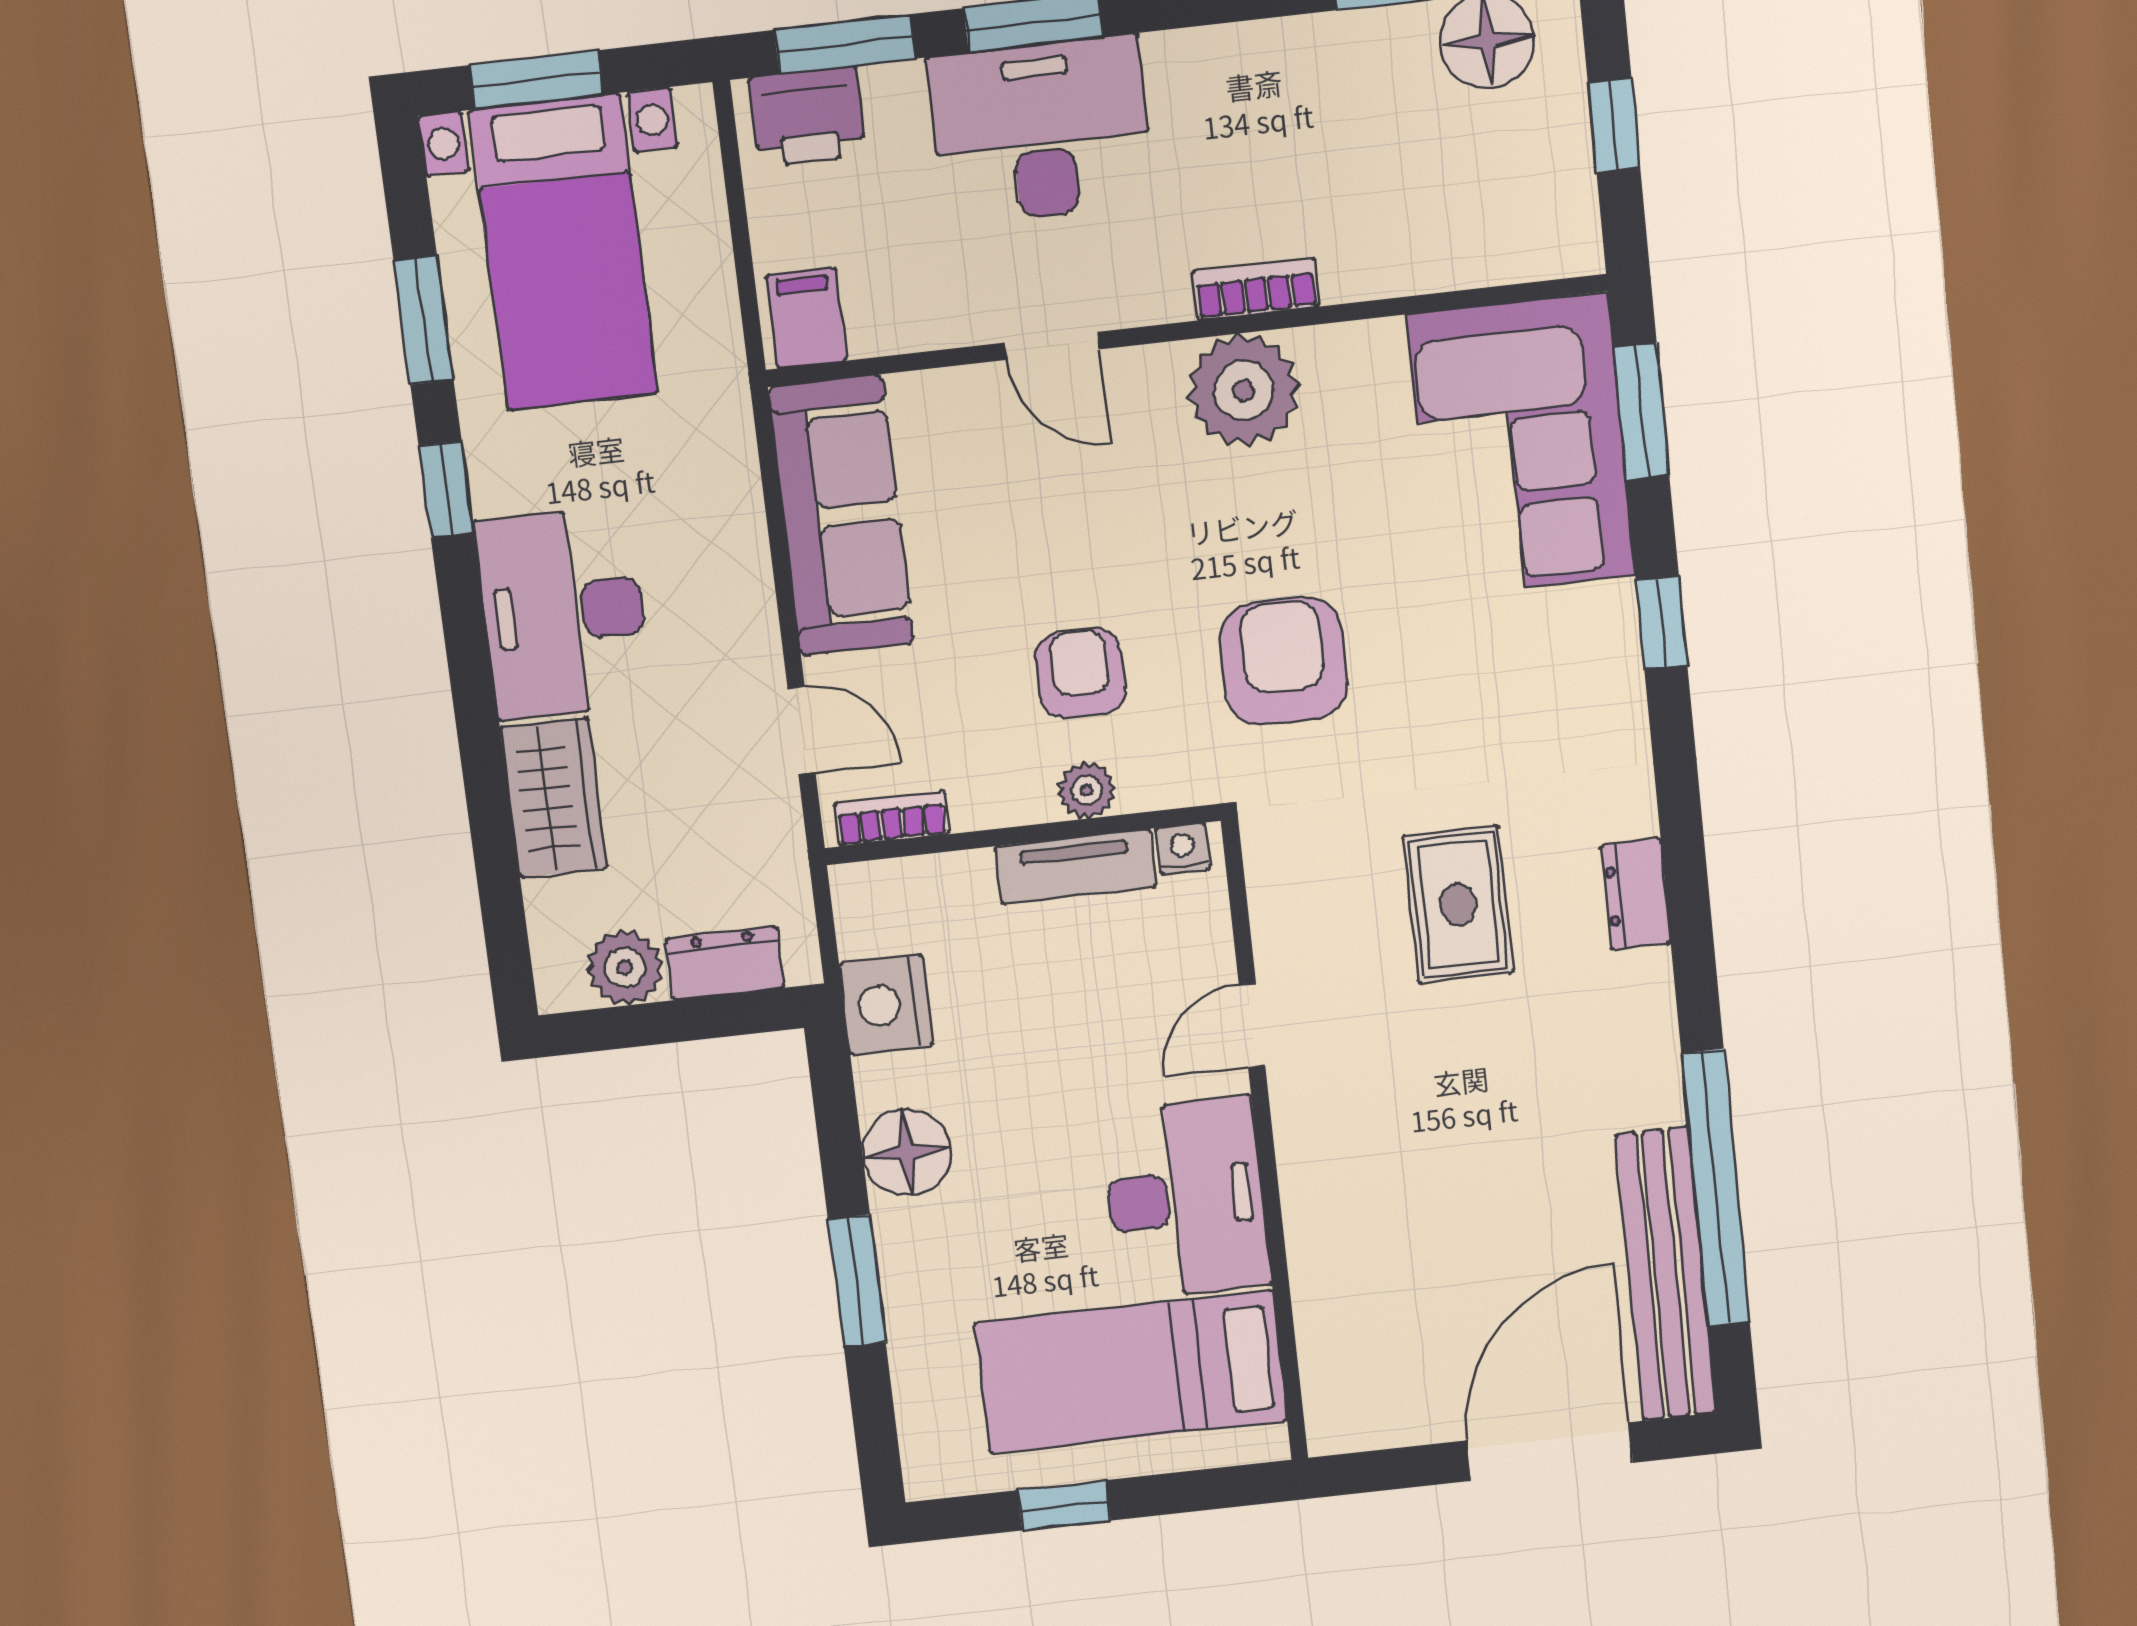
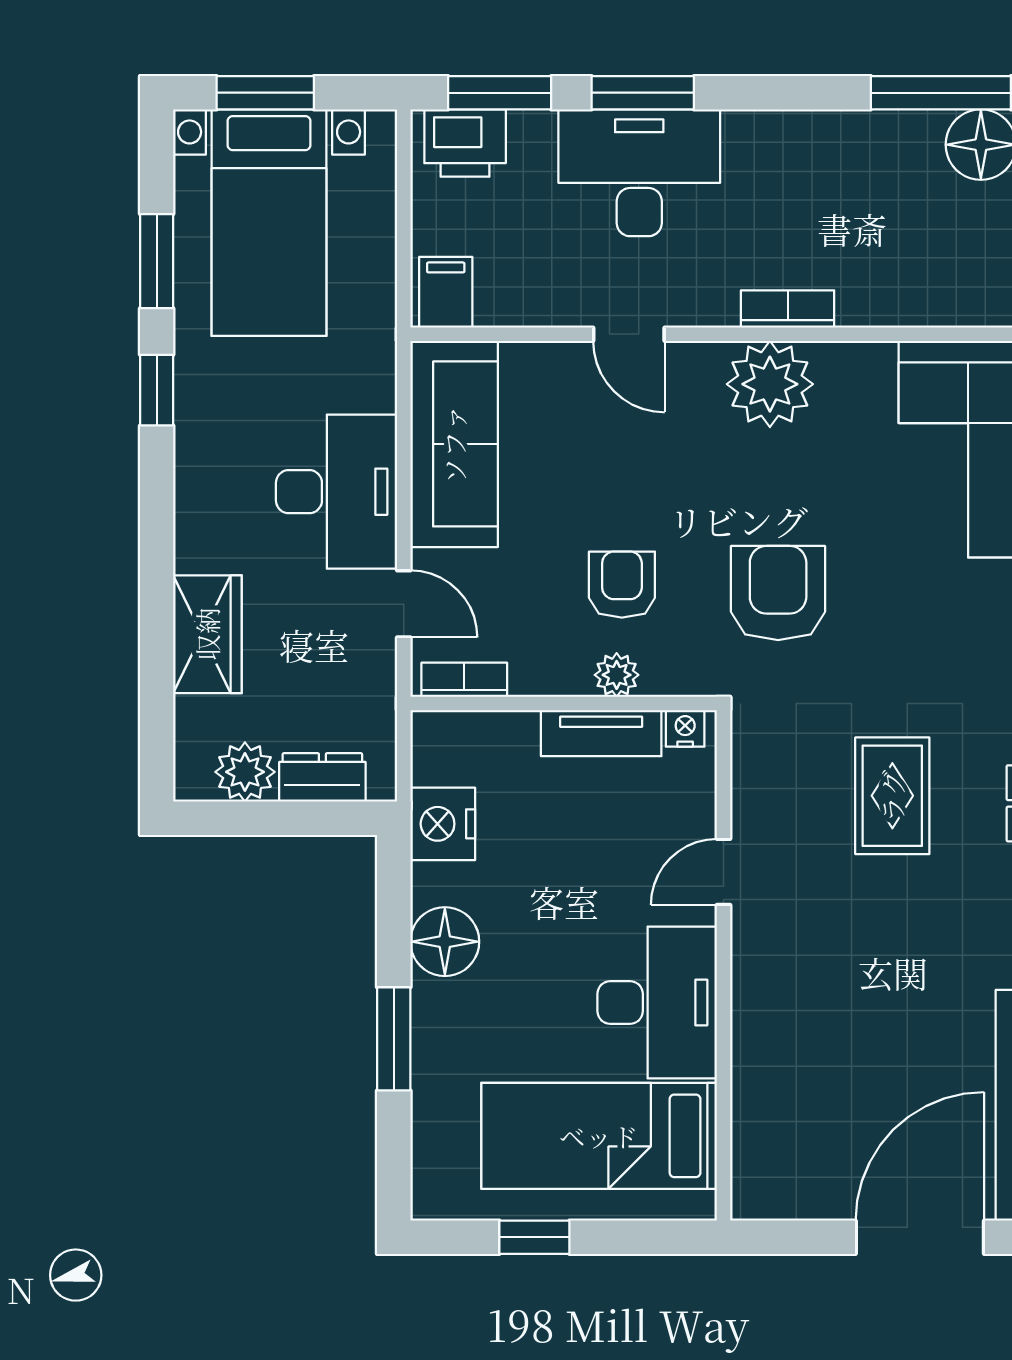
desk: (564, 613) -> (336, 492), moved, turned 180

